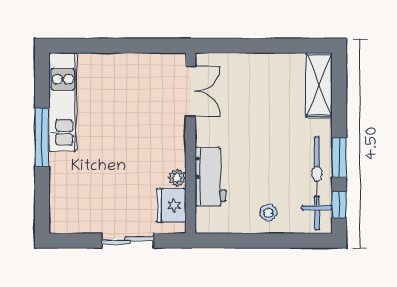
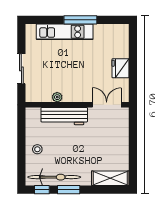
double door: (191, 91) -> (107, 105), swing flipped
kitchen unit: (63, 102) -> (65, 32), moved
workbench: (210, 177) -> (64, 116), width x1.38
fridge: (171, 205) -> (120, 68), moved, turned -90

